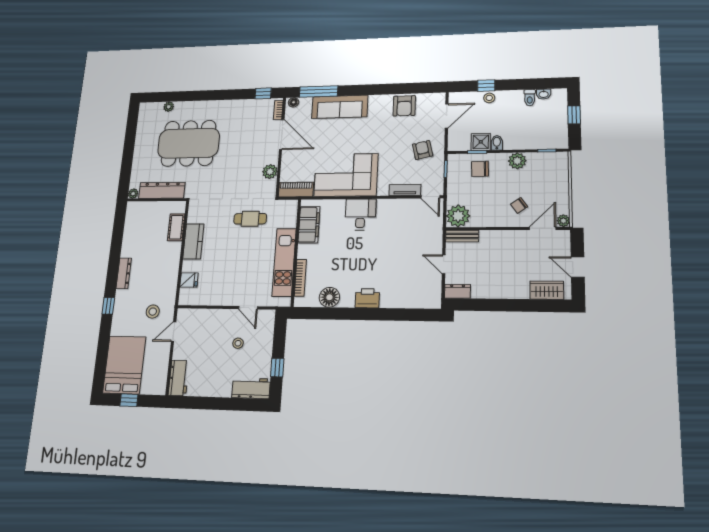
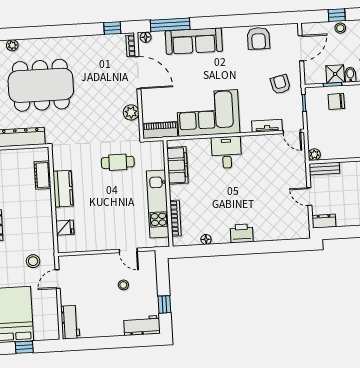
plant: (458, 216) -> (314, 155), width x0.53, depth x0.53
floor lamp: (329, 297) -> (206, 239), width x0.53, depth x0.53

